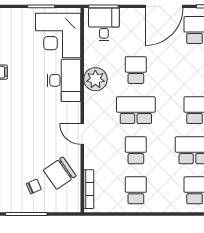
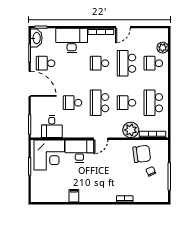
desk: (104, 24) -> (52, 127), moved, turned -90
plant: (95, 79) -> (131, 130), moved
door: (82, 134) -> (101, 139), moved
chair: (60, 173) -> (142, 154), turned -62
school desk: (136, 190) -> (153, 103), width x1.85

